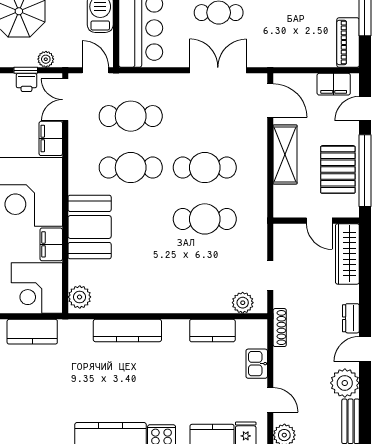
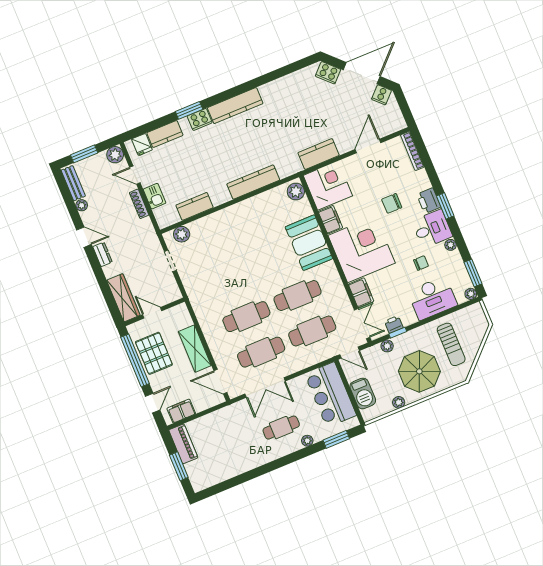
cafe table: (205, 219) -> (261, 352), moved
shoe rack: (280, 328) -> (139, 204), moved
door: (365, 349) -> (84, 237), hinge flipped
plant: (345, 383) -> (82, 205), width x0.53, depth x0.53

